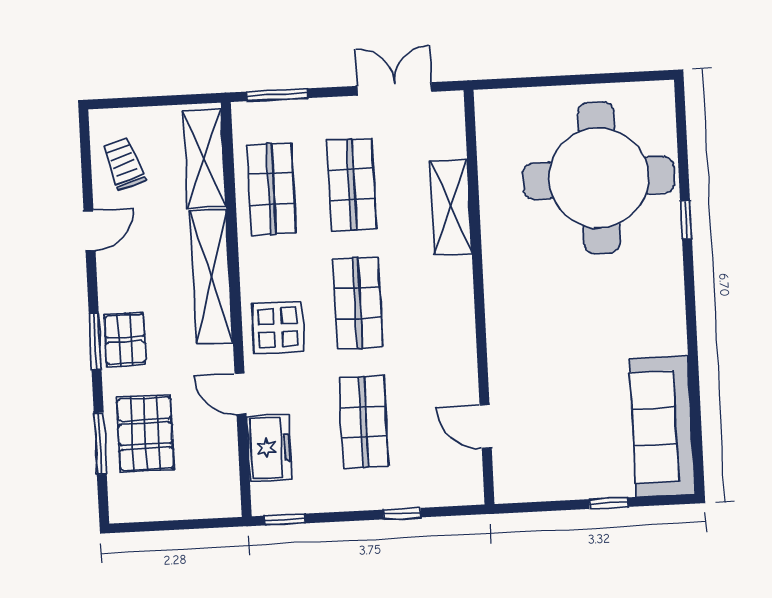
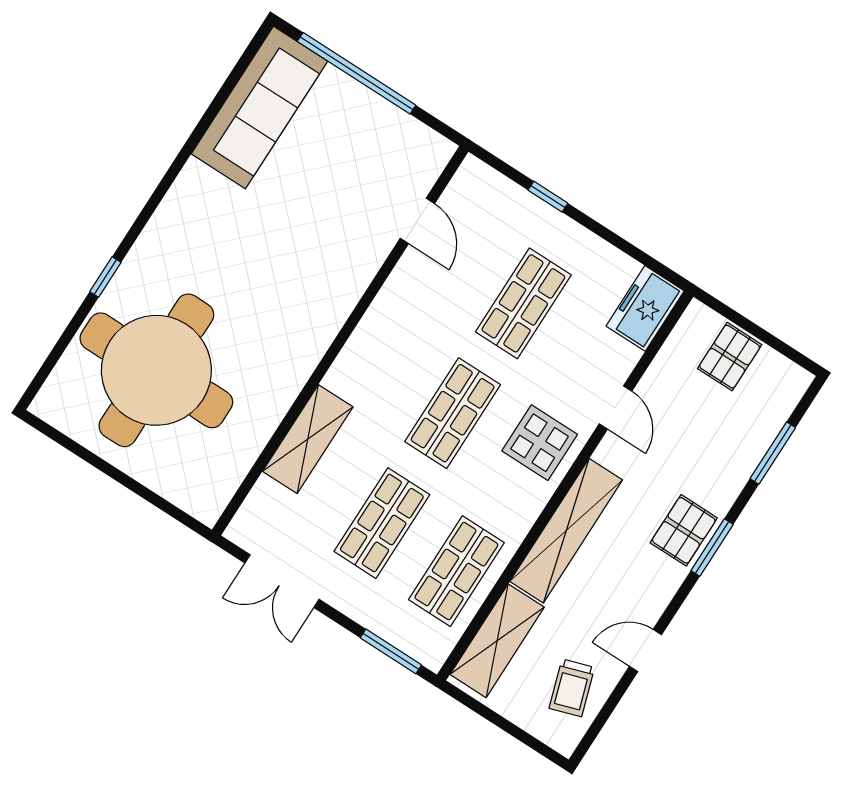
pallet: (145, 434) -> (730, 357), moved, width x0.67, depth x0.71
freezer: (269, 448) -> (645, 308), moved
window: (609, 503) -> (357, 73), width x3.17
window: (285, 519) -> (657, 267), removed

